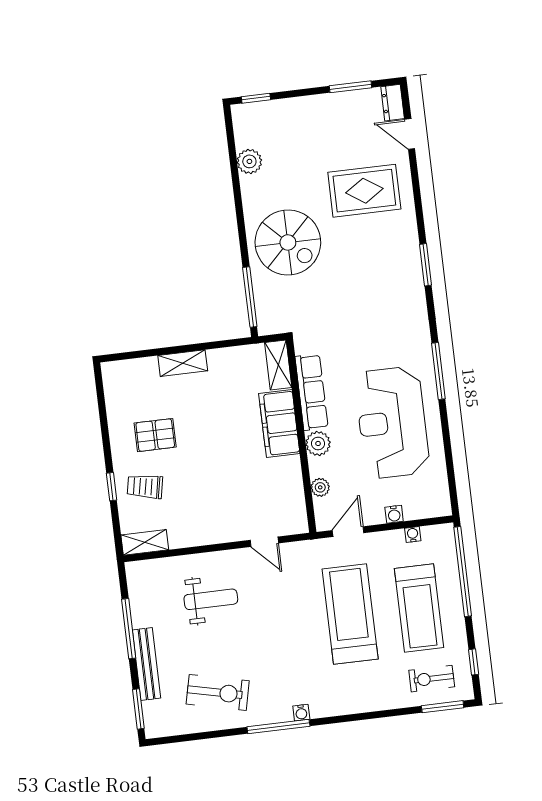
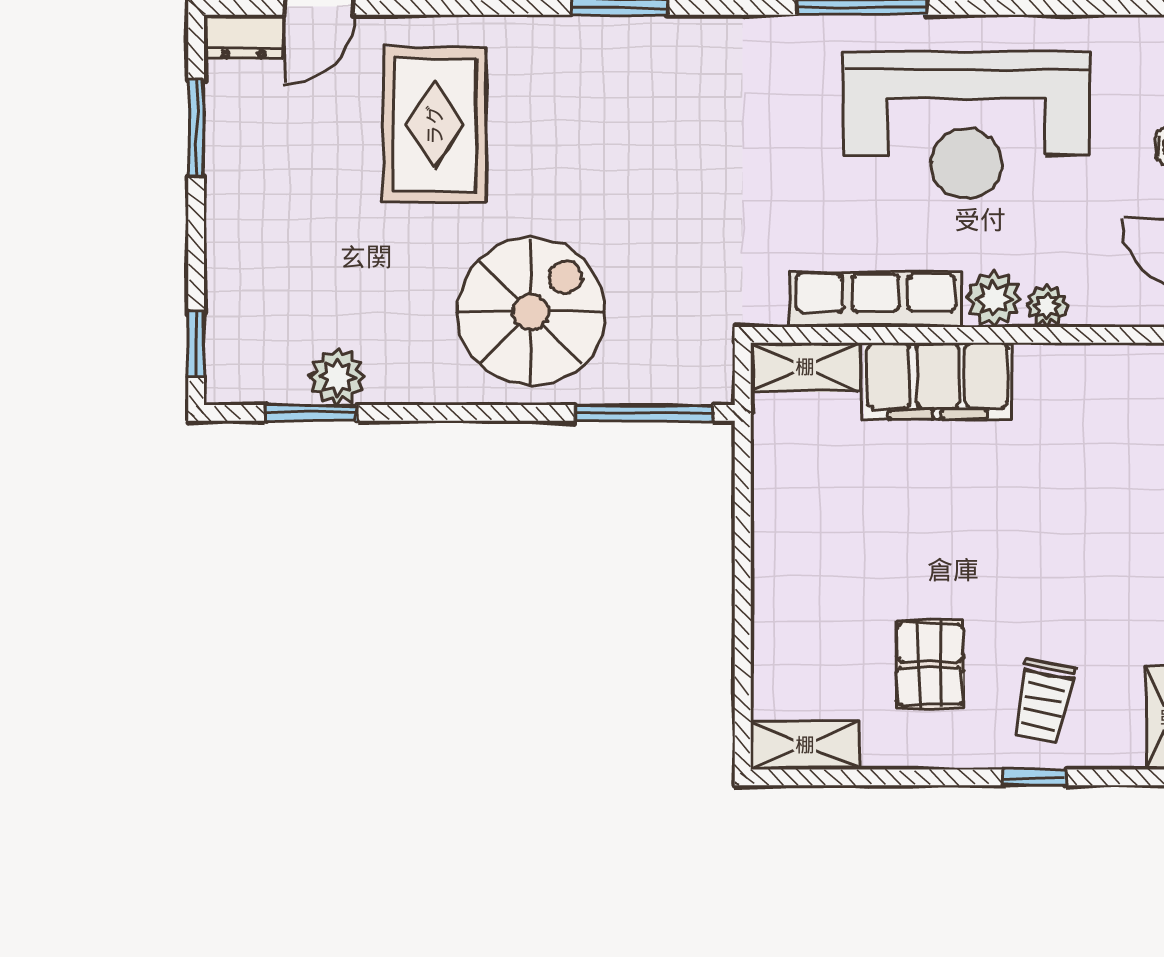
window: (232, 152) -> (311, 413), added
shelving: (183, 363) -> (805, 745), moved, turned 90
plant: (320, 487) -> (1047, 306), moved

